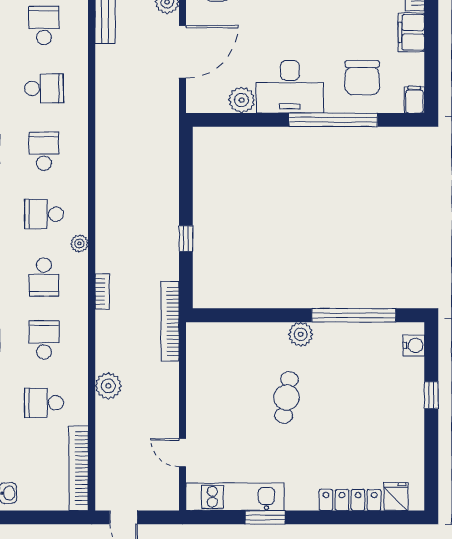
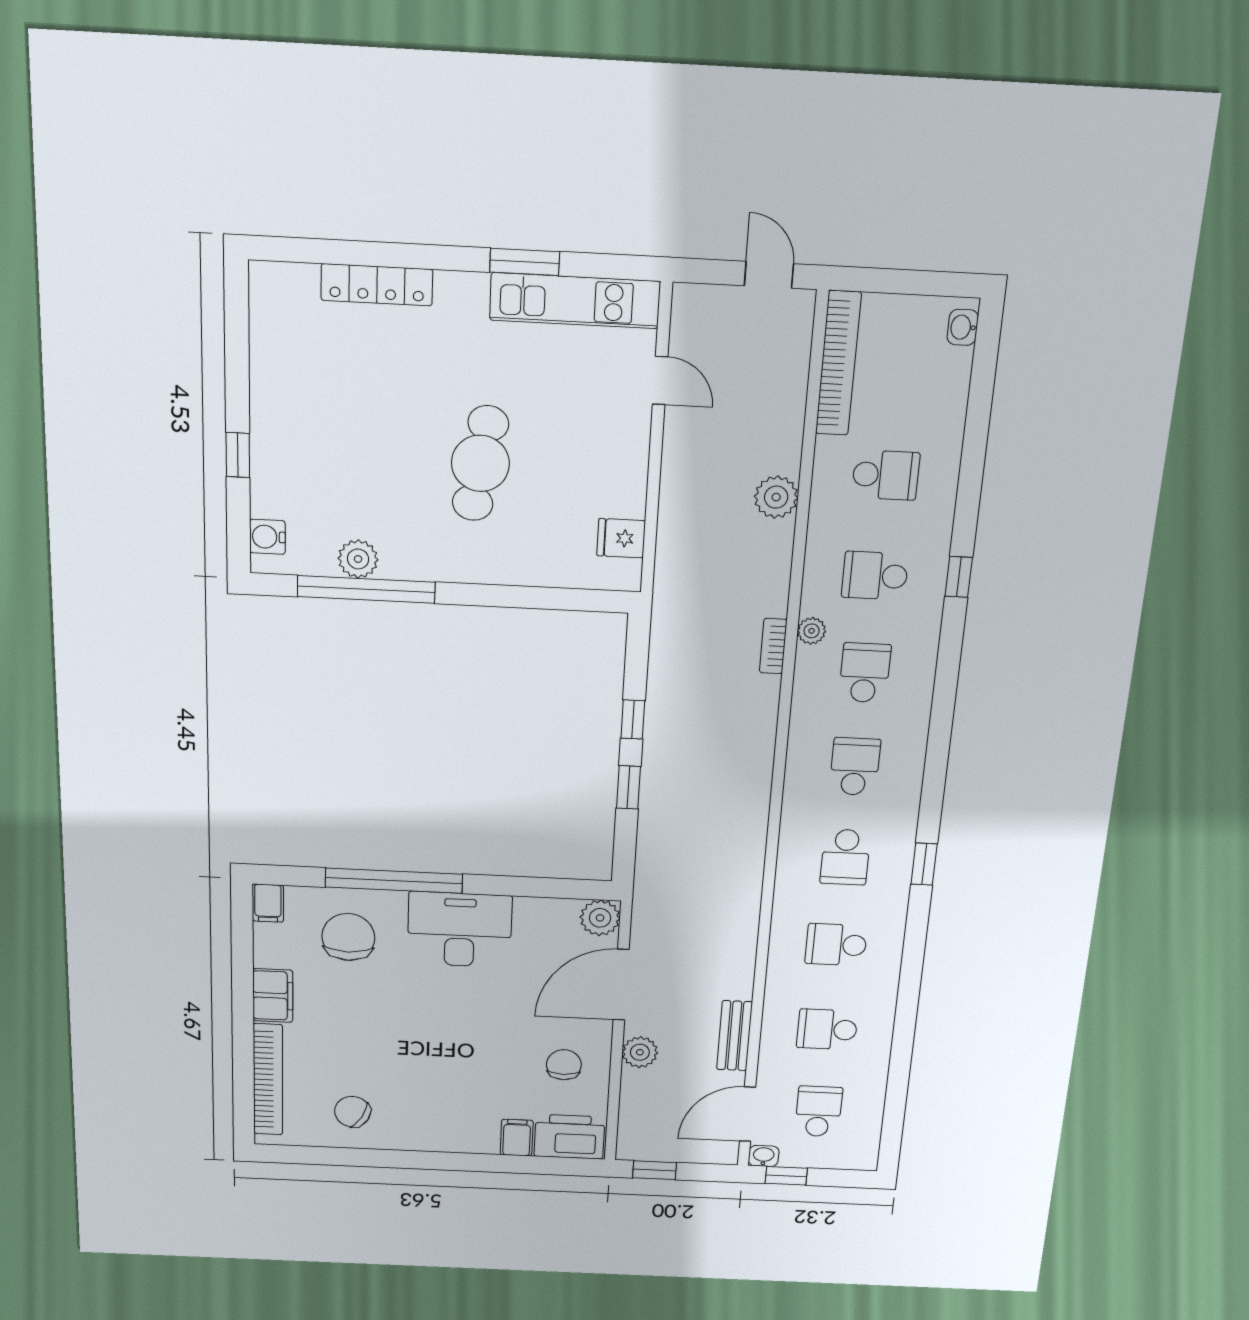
school desk: (44, 26) -> (827, 1029), turned 90
plant: (241, 100) -> (600, 918), moved
window: (186, 193) -> (628, 787), added
school desk: (44, 214) -> (855, 766), turned -90
plant: (79, 243) -> (812, 631), moved
bookcase: (170, 321) -> (667, 595), removed
plant: (301, 334) -> (358, 559), moved
school desk: (44, 340) -> (875, 576), turned 90
cafe table: (287, 397) -> (480, 463), width x1.37, depth x1.35
fridge: (396, 497) -> (621, 538), moved, turned 90

